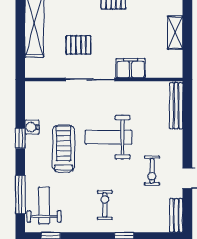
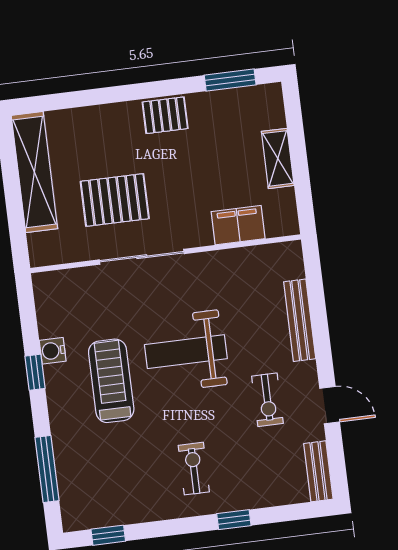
pallet: (78, 45) -> (115, 200), width x1.50, depth x1.42
filing cabinet: (131, 68) -> (238, 225), moved
bench: (176, 106) -> (300, 320), moved
weight bench: (44, 205) -> (90, 482), removed

